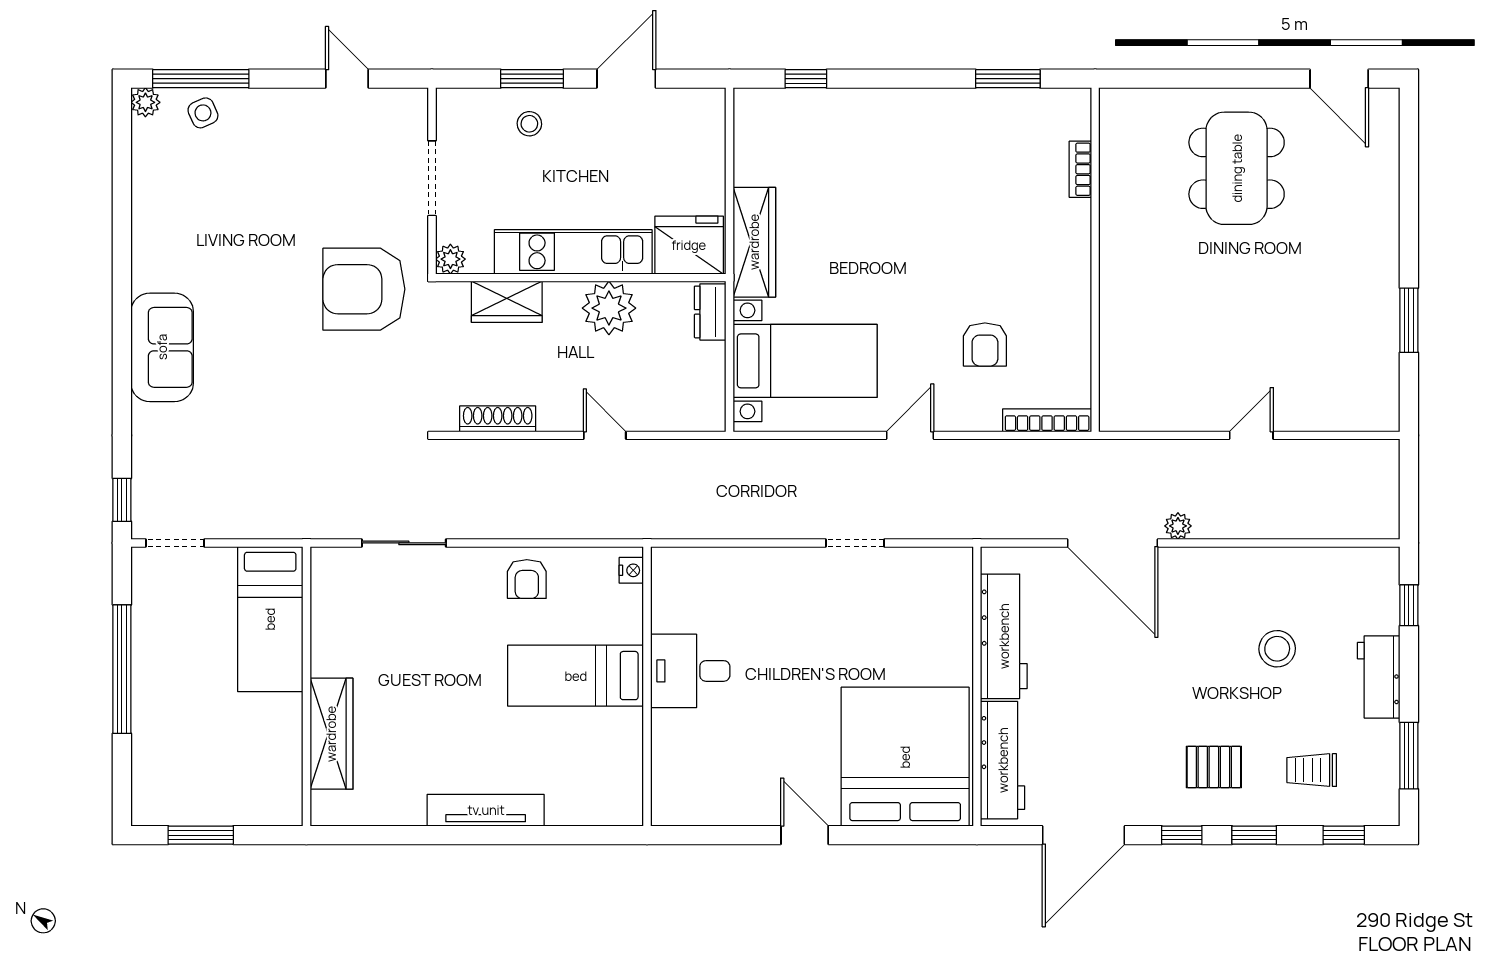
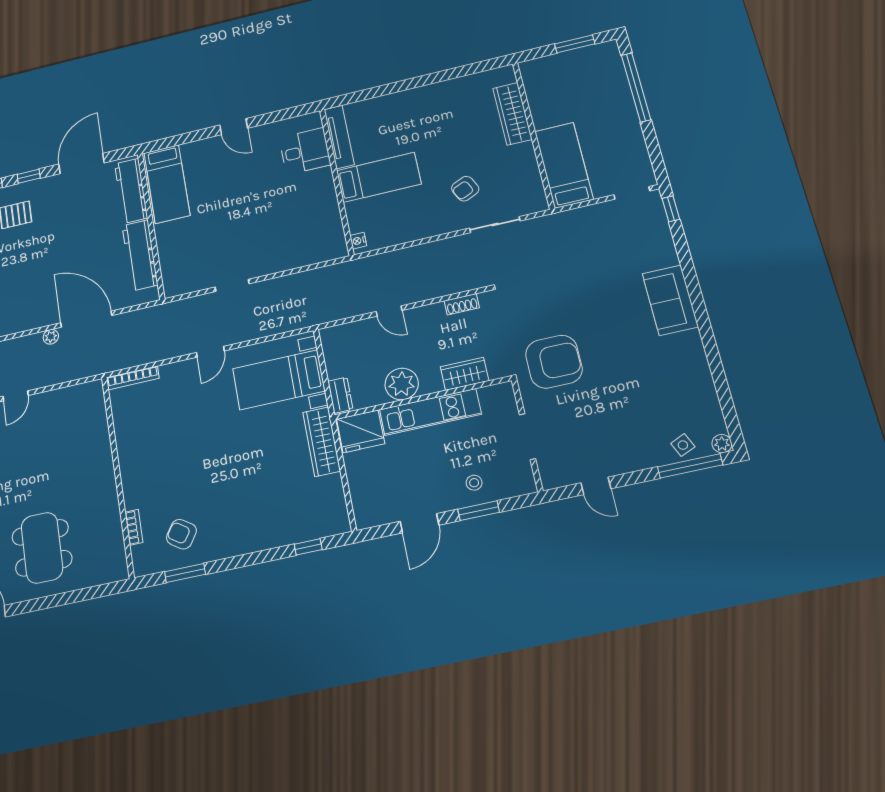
plant: (450, 259) -> (505, 391), removed
armchair: (985, 345) -> (181, 534), moved, turned -56
shoe rack: (498, 419) -> (462, 304), width x0.70
armchair: (527, 579) -> (465, 189), moved, turned -115
window: (122, 669) -> (636, 87), moved
desk: (690, 671) -> (305, 151), moved
bed: (905, 757) -> (167, 184), width x0.49
tv unit: (486, 810) -> (339, 137), moved, turned -90

